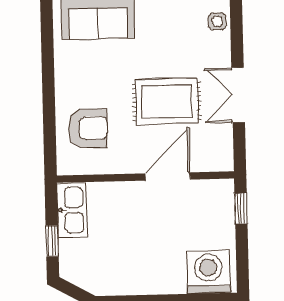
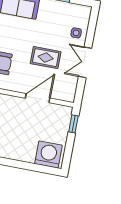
side table: (217, 21) -> (76, 33), moved
rug: (167, 102) -> (46, 58), width x0.73, depth x0.70

